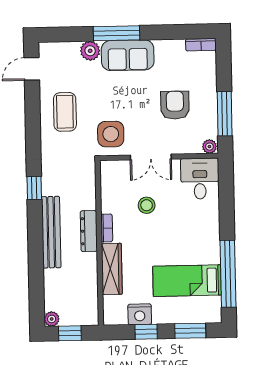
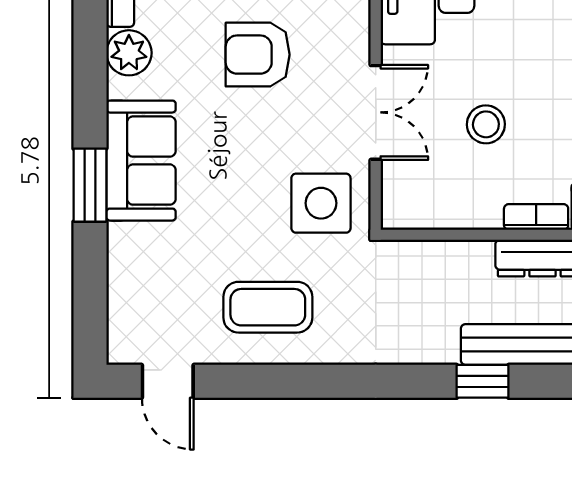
window: (116, 33) -> (90, 185), width x0.69
plant: (90, 51) -> (129, 53), moved
window: (34, 188) -> (483, 381), moved

